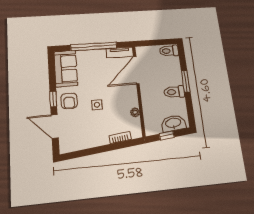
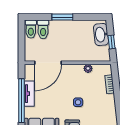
tv unit: (120, 52) -> (29, 94), moved
door: (136, 70) -> (48, 63), hinge flipped
toilet: (174, 92) -> (43, 29), moved

